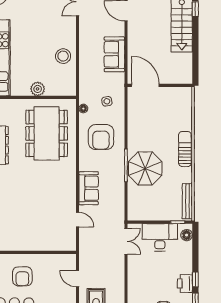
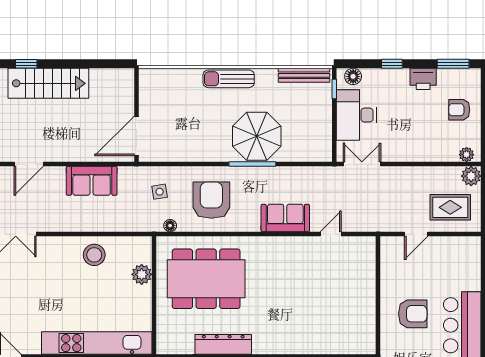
plant: (38, 89) -> (142, 274), moved
armchair: (101, 137) -> (211, 200), turned -90
window: (195, 279) -> (392, 64), moved

